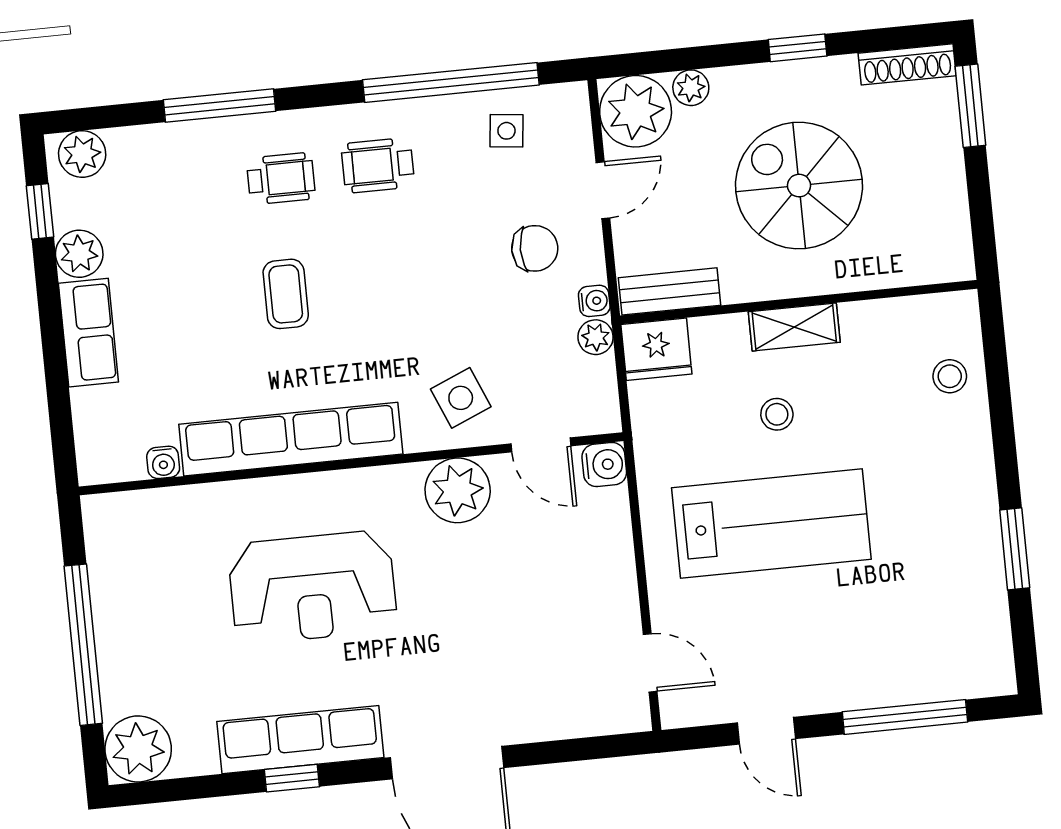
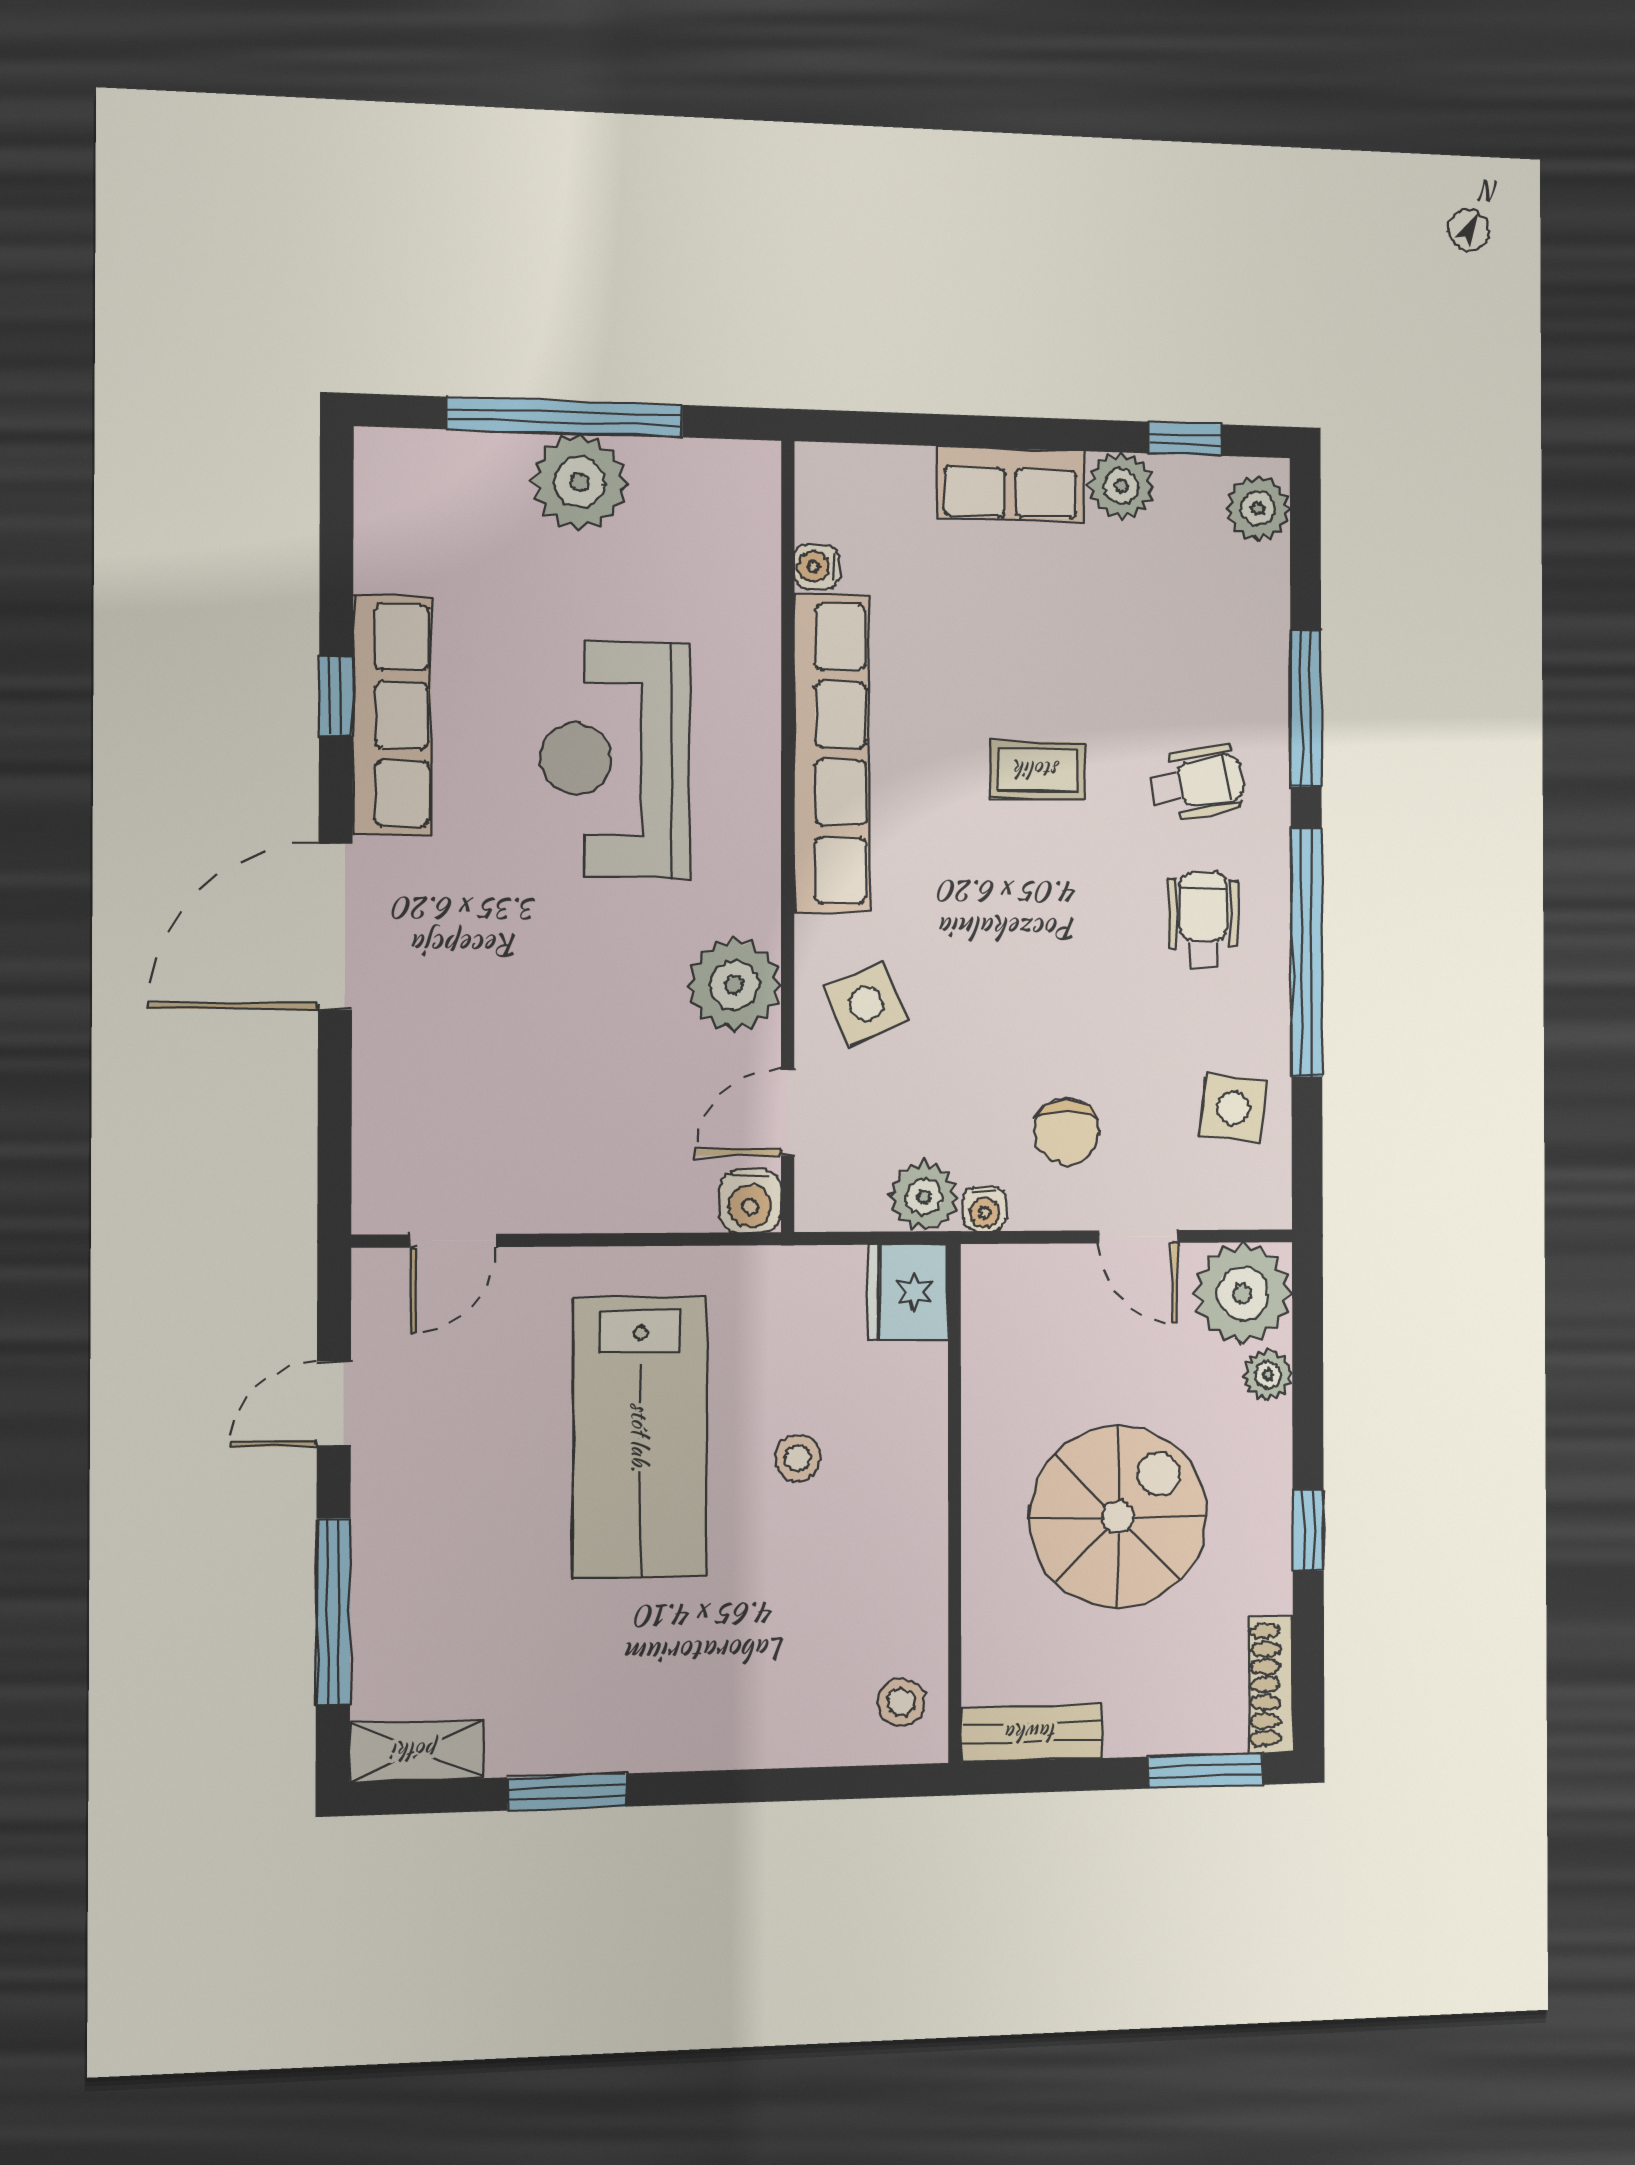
window: (451, 82) -> (1307, 952), moved
side table: (506, 131) -> (1233, 1108), width x1.37, depth x1.37
wheelchair: (281, 179) -> (1198, 783), turned -101
bench: (669, 291) -> (1032, 1733), moved, turned 90
shelving: (794, 327) -> (416, 1751), moved, turned 90
plant: (596, 337) -> (924, 1197), width x1.38, depth x1.38
stool: (950, 376) -> (901, 1702), moved
plant: (138, 749) -> (579, 482), moved

